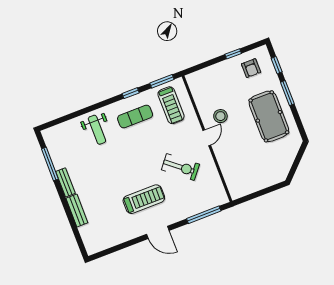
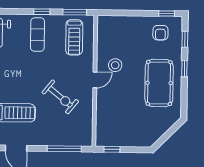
window: (233, 54) -> (167, 13), moved
window: (287, 93) -> (184, 69), width x0.67
exercise mat: (135, 117) -> (37, 35), turned 90
window: (249, 197) -> (112, 149), added

